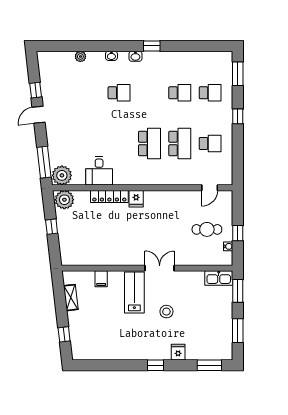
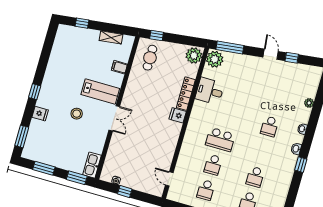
school desk: (180, 143) -> (213, 165), width x0.54
window: (52, 227) -> (157, 35), moved
cafe table: (207, 229) -> (150, 58), moved

